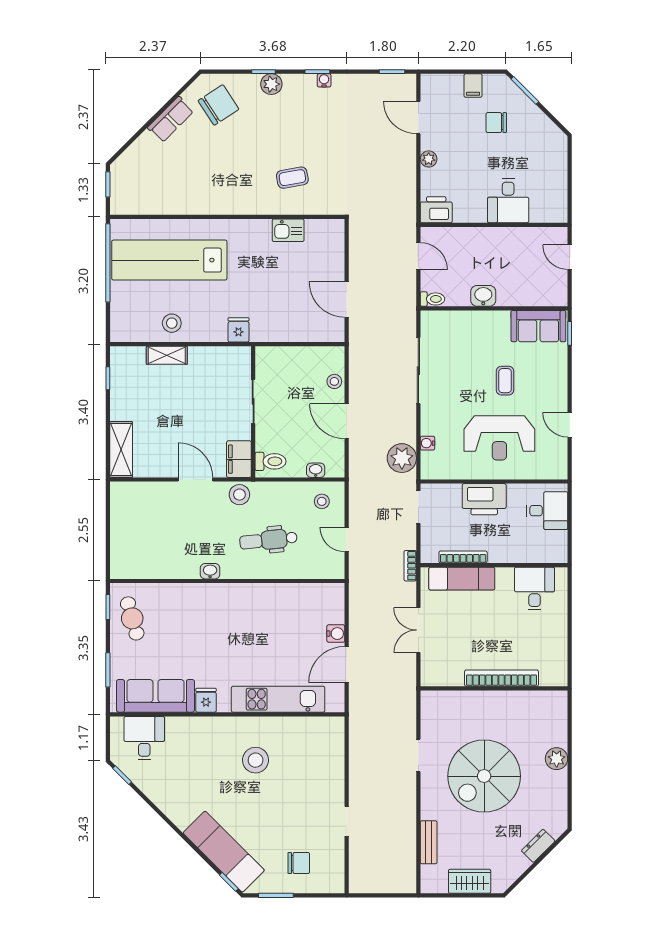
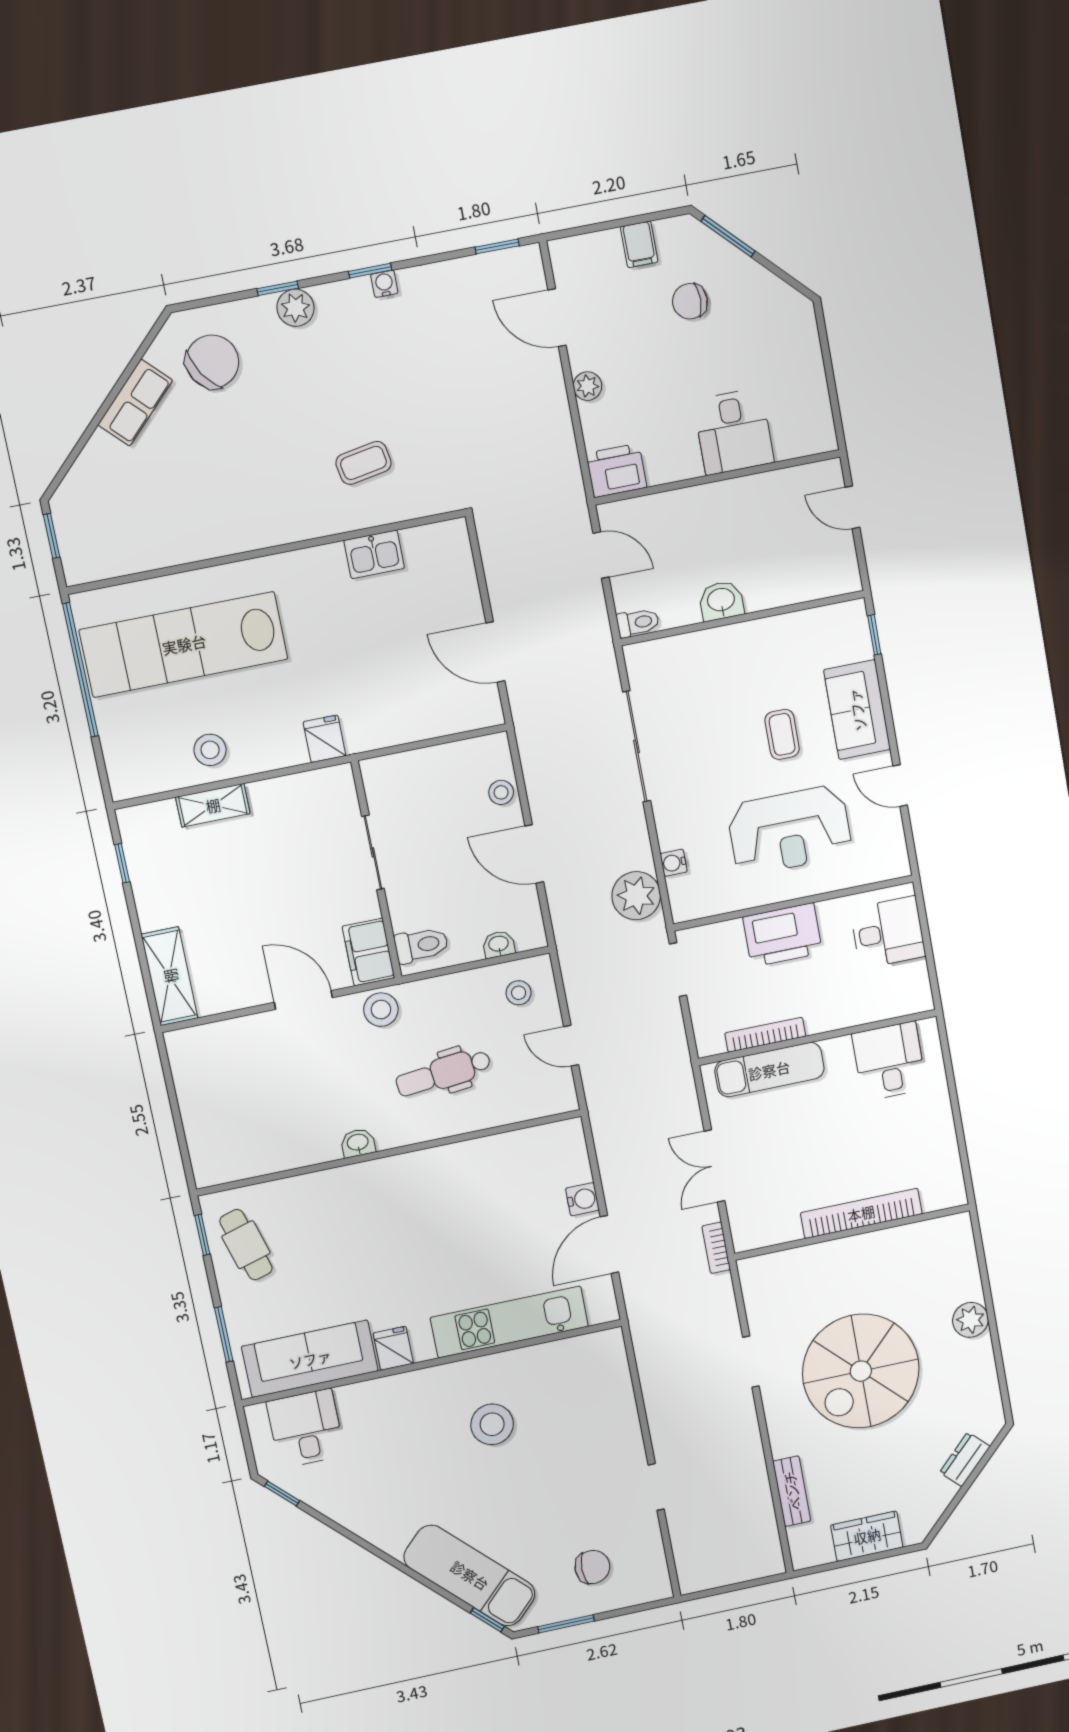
sofa: (538, 326) -> (857, 710), moved, turned 90
bookcase: (410, 566) -> (716, 1248), moved

